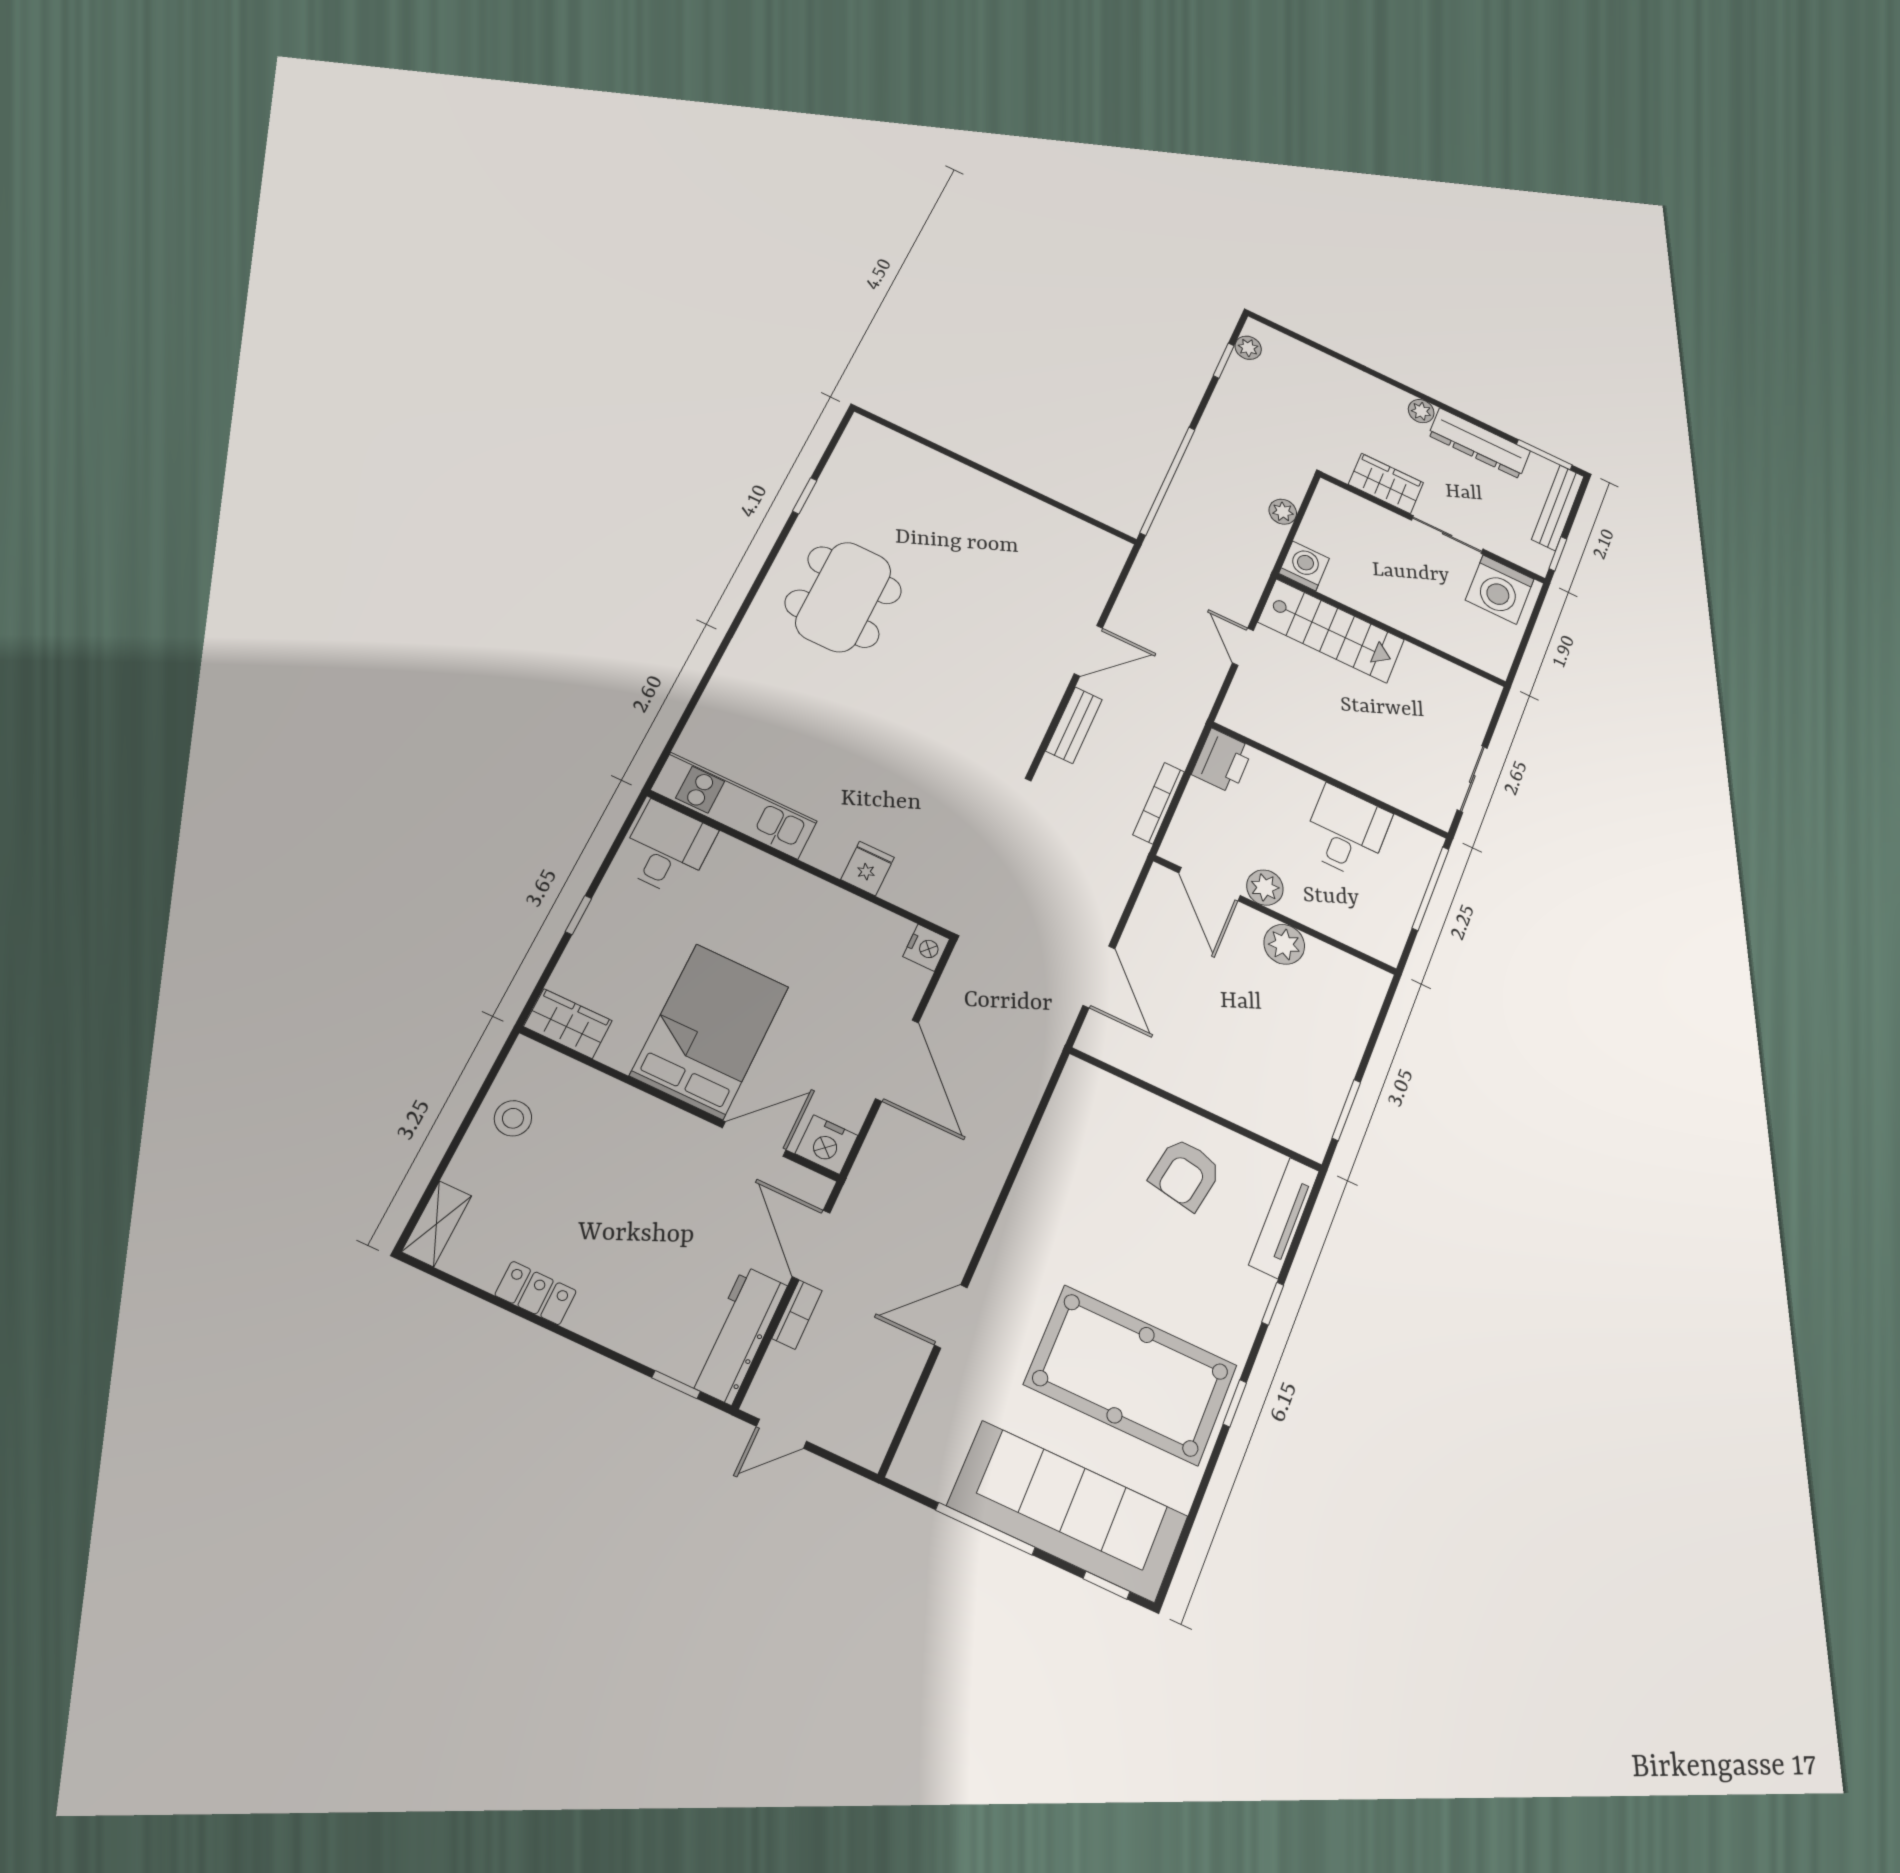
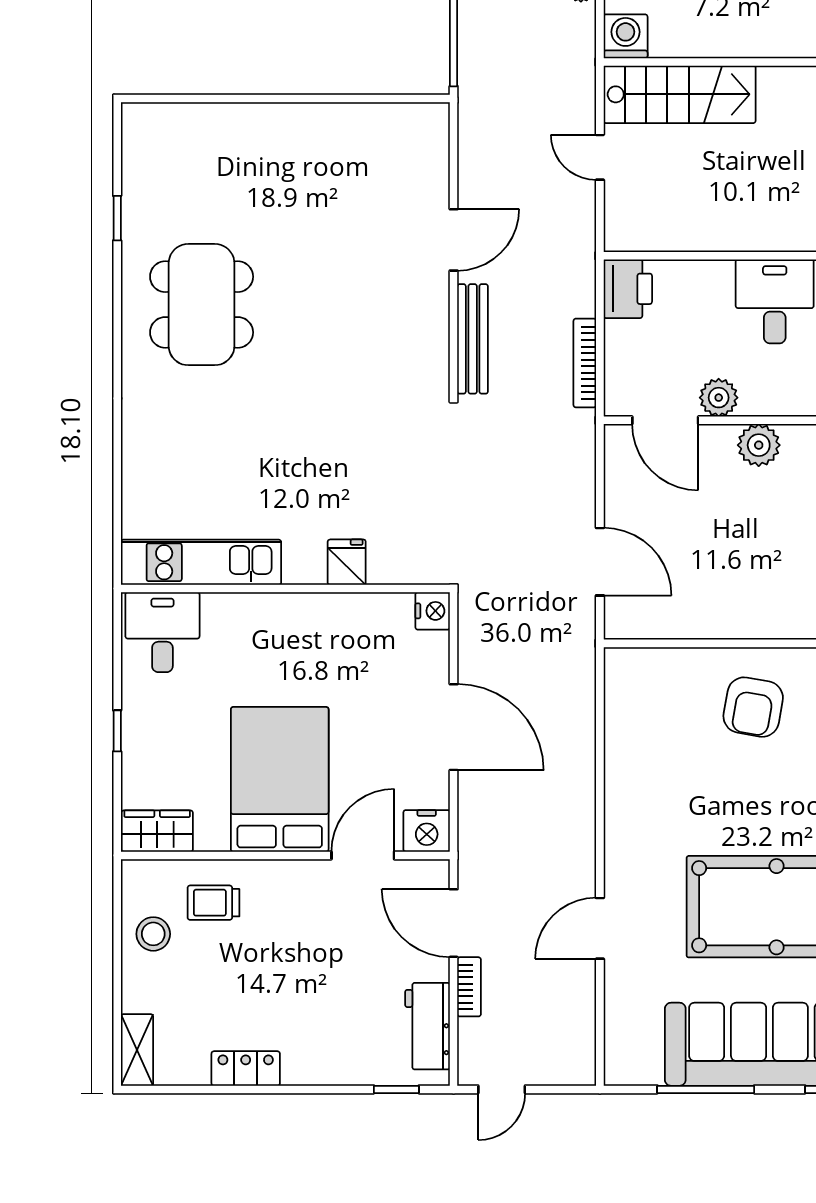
bench: (1074, 725) -> (473, 339), width x1.36
trolley: (587, 1116) -> (213, 903), added
workbench: (738, 1335) -> (428, 1026), width x0.73

